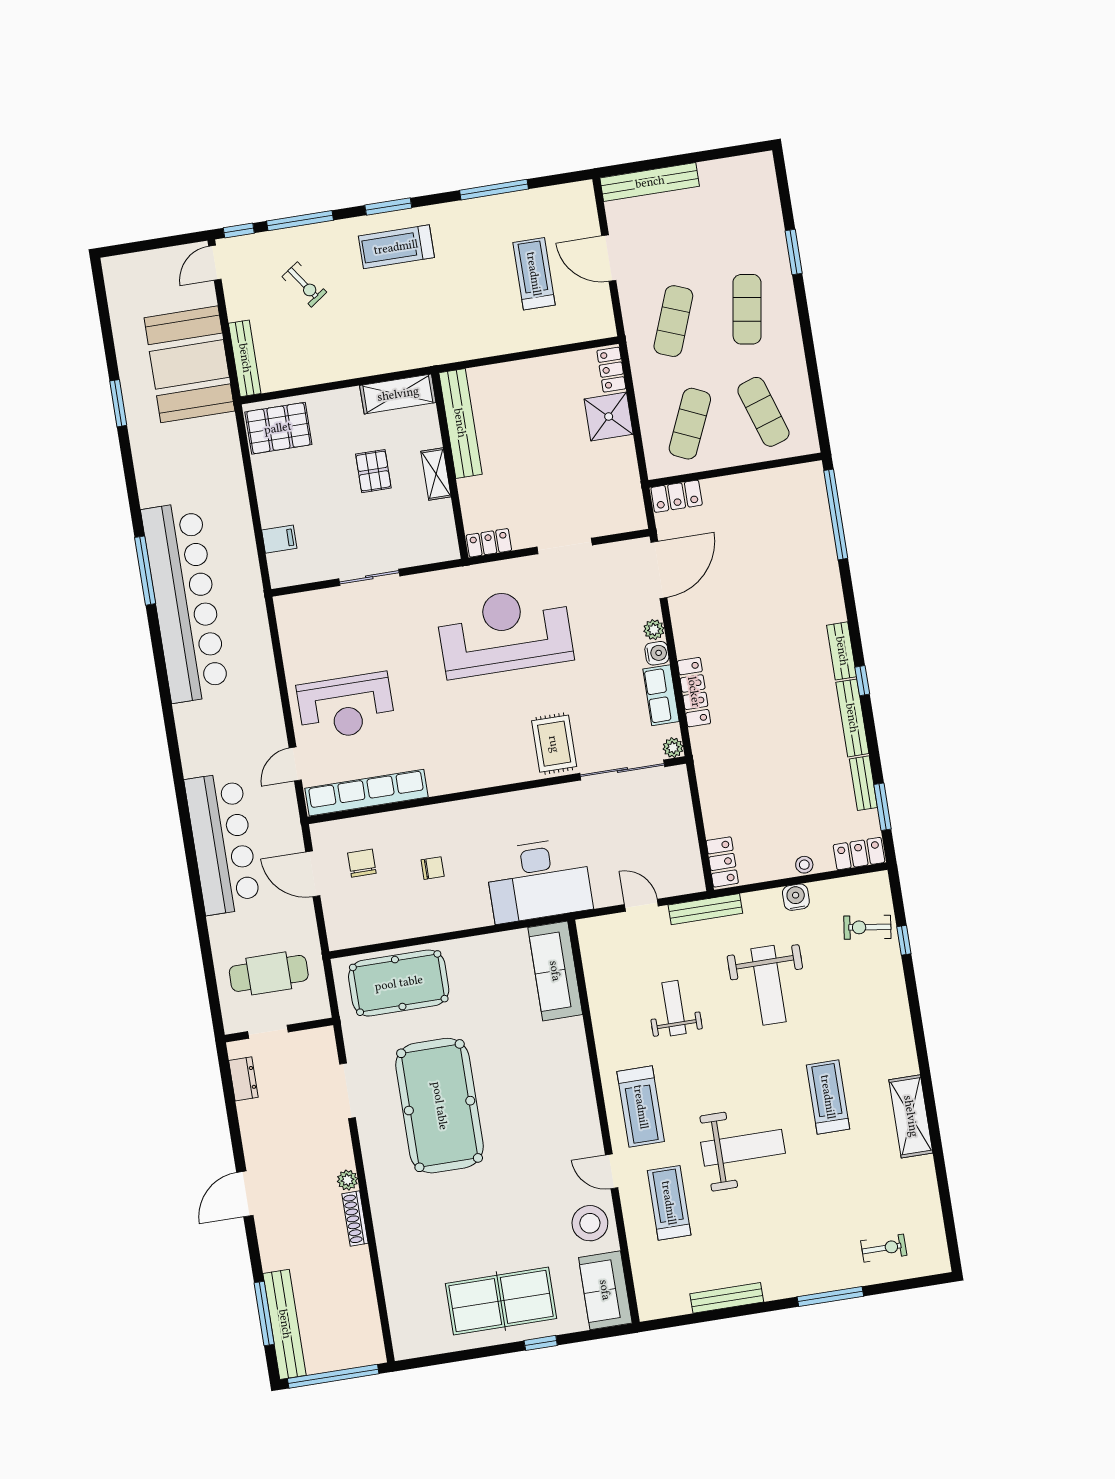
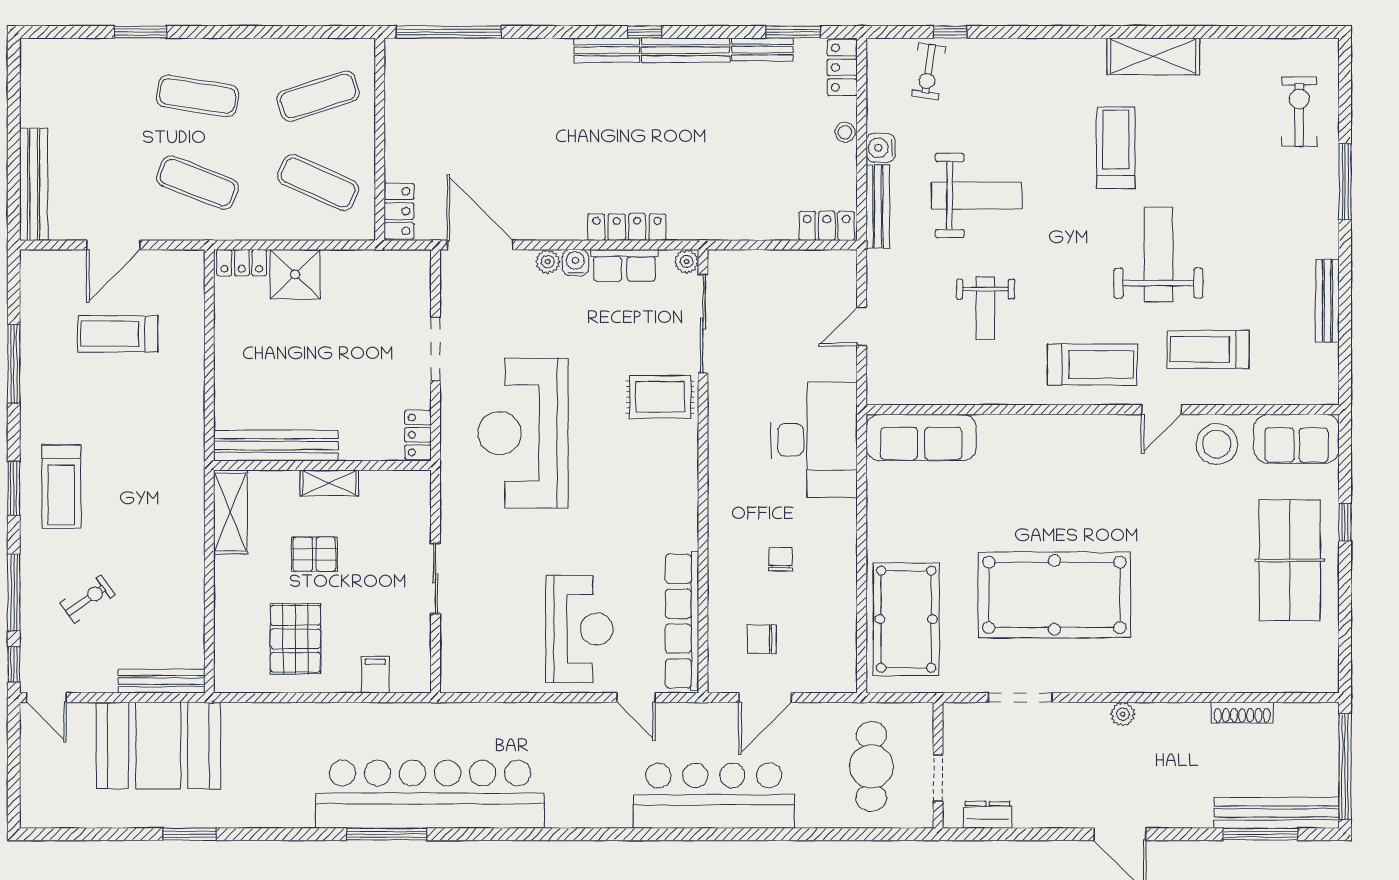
pallet: (278, 428) -> (295, 639), moved
bench: (705, 909) -> (878, 207), moved
weight bench: (674, 1008) -> (985, 308), turned -90
treadmill: (828, 1097) -> (1116, 148), turned 90
shoe rack: (355, 1219) -> (1242, 713), moved
exercise bike: (884, 1248) -> (1299, 112), width x1.38, depth x1.39

